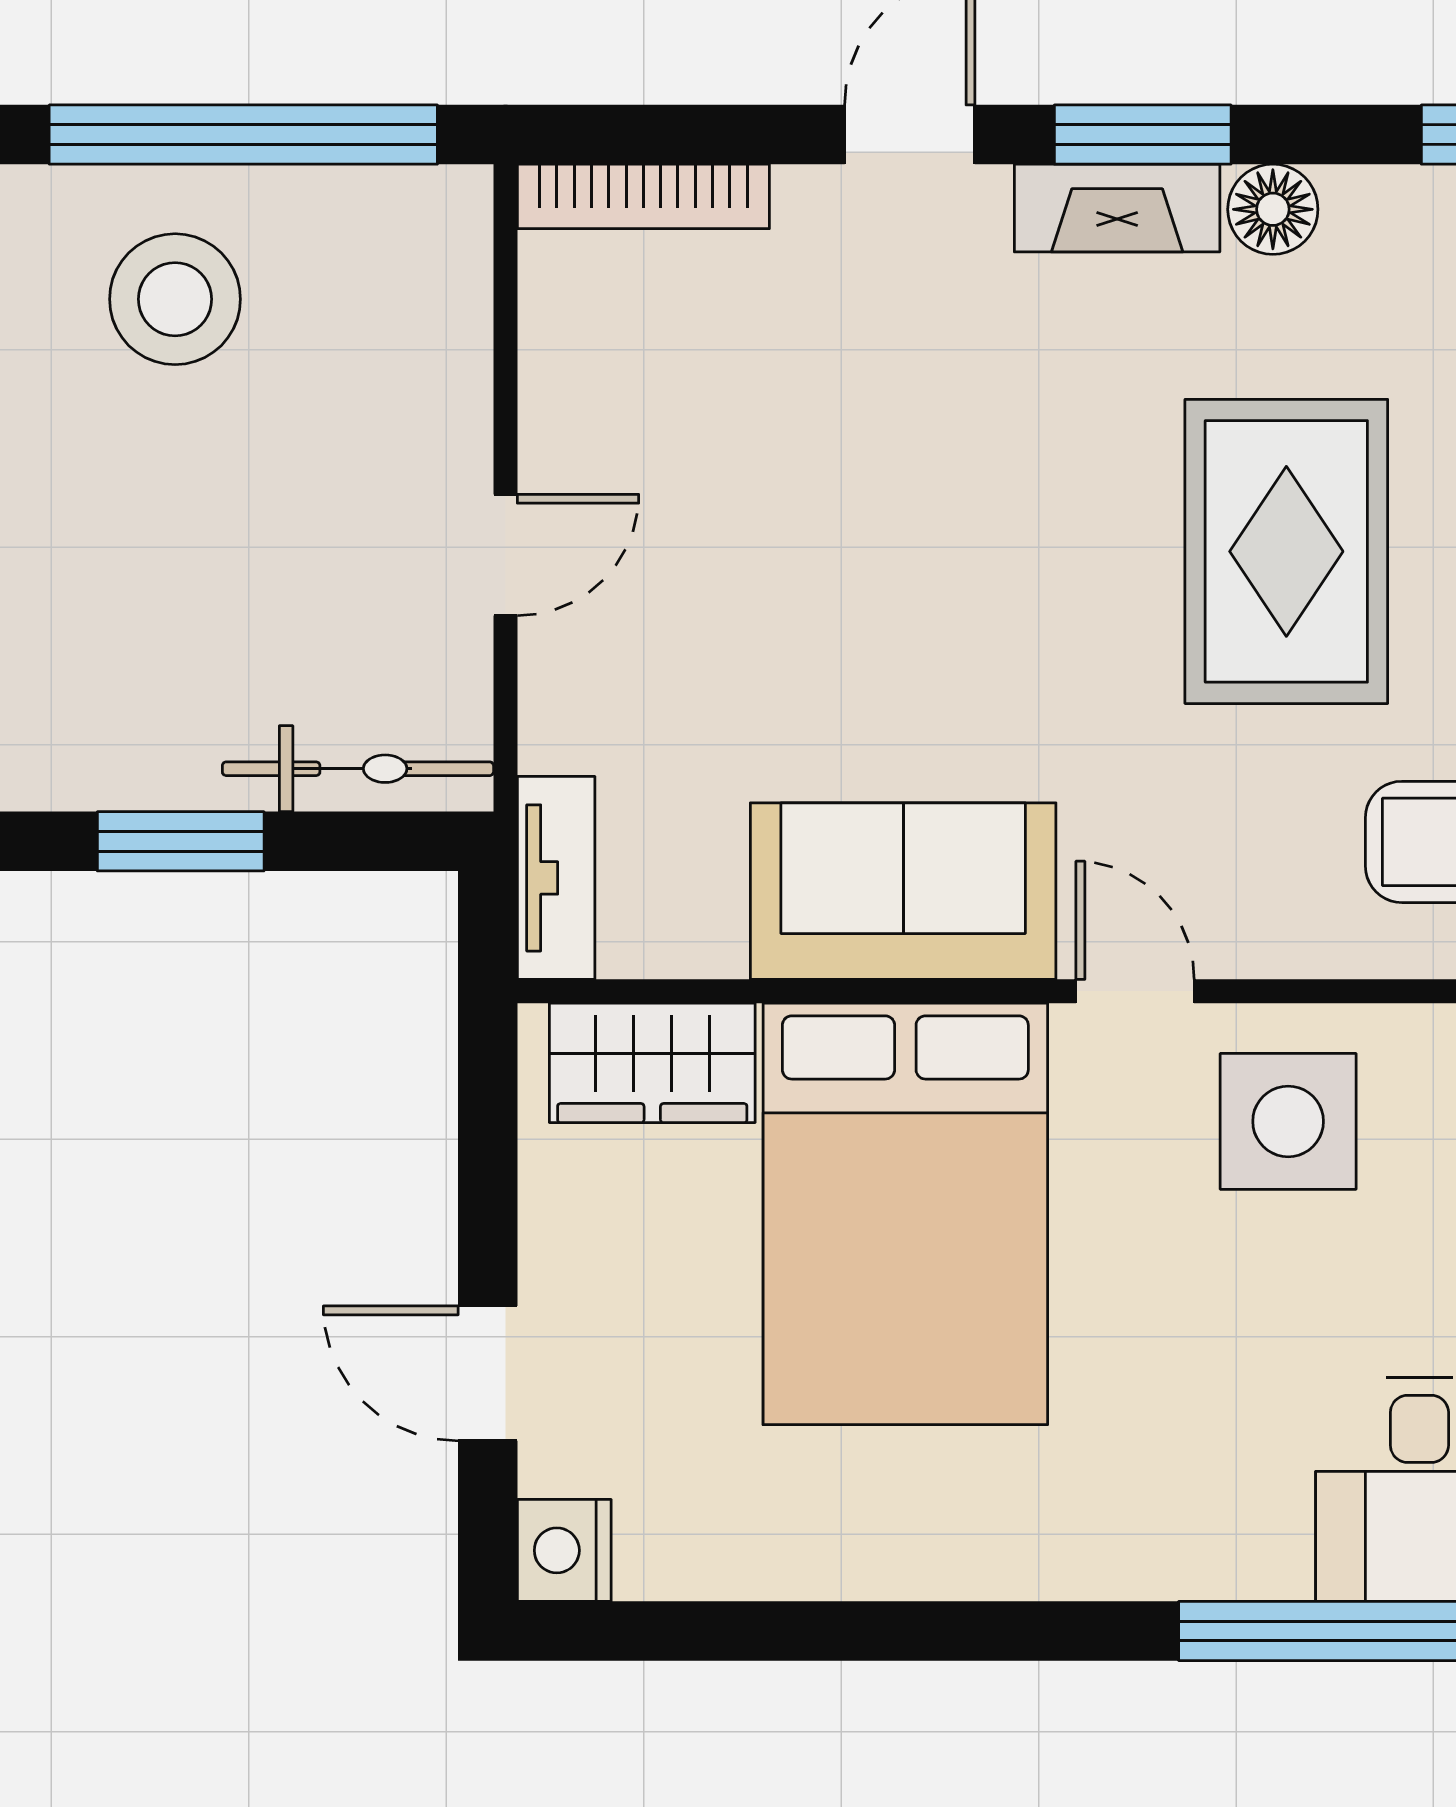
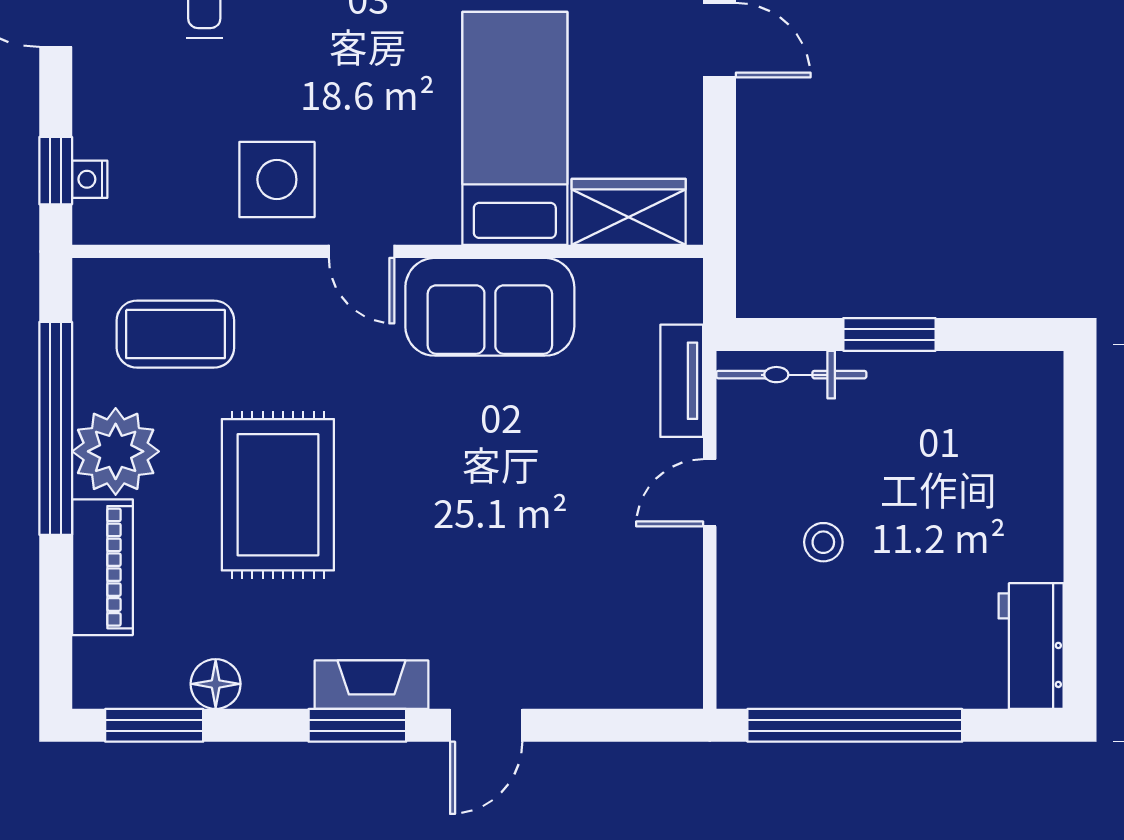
bookcase: (643, 196) -> (633, 691), removed
floor lamp: (1273, 209) -> (216, 684), moved
stool: (175, 299) -> (823, 542), moved, width x0.53, depth x0.53
tv unit: (556, 878) -> (682, 381), moved
bed: (905, 1214) -> (515, 128), width x0.67

